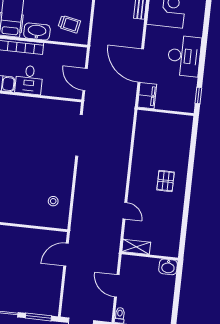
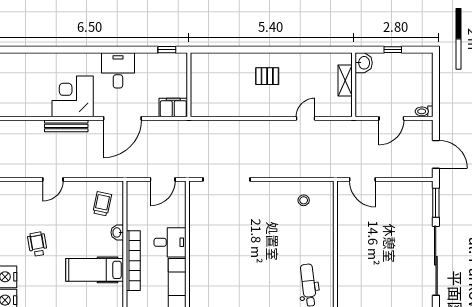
washbasin: (37, 31) -> (117, 232), width x0.52, depth x0.69
desk: (184, 56) -> (118, 70), width x0.73
door: (141, 66) -> (122, 118), moved
shelving: (136, 247) -> (345, 81), moved
window: (177, 294) -> (393, 50), added

